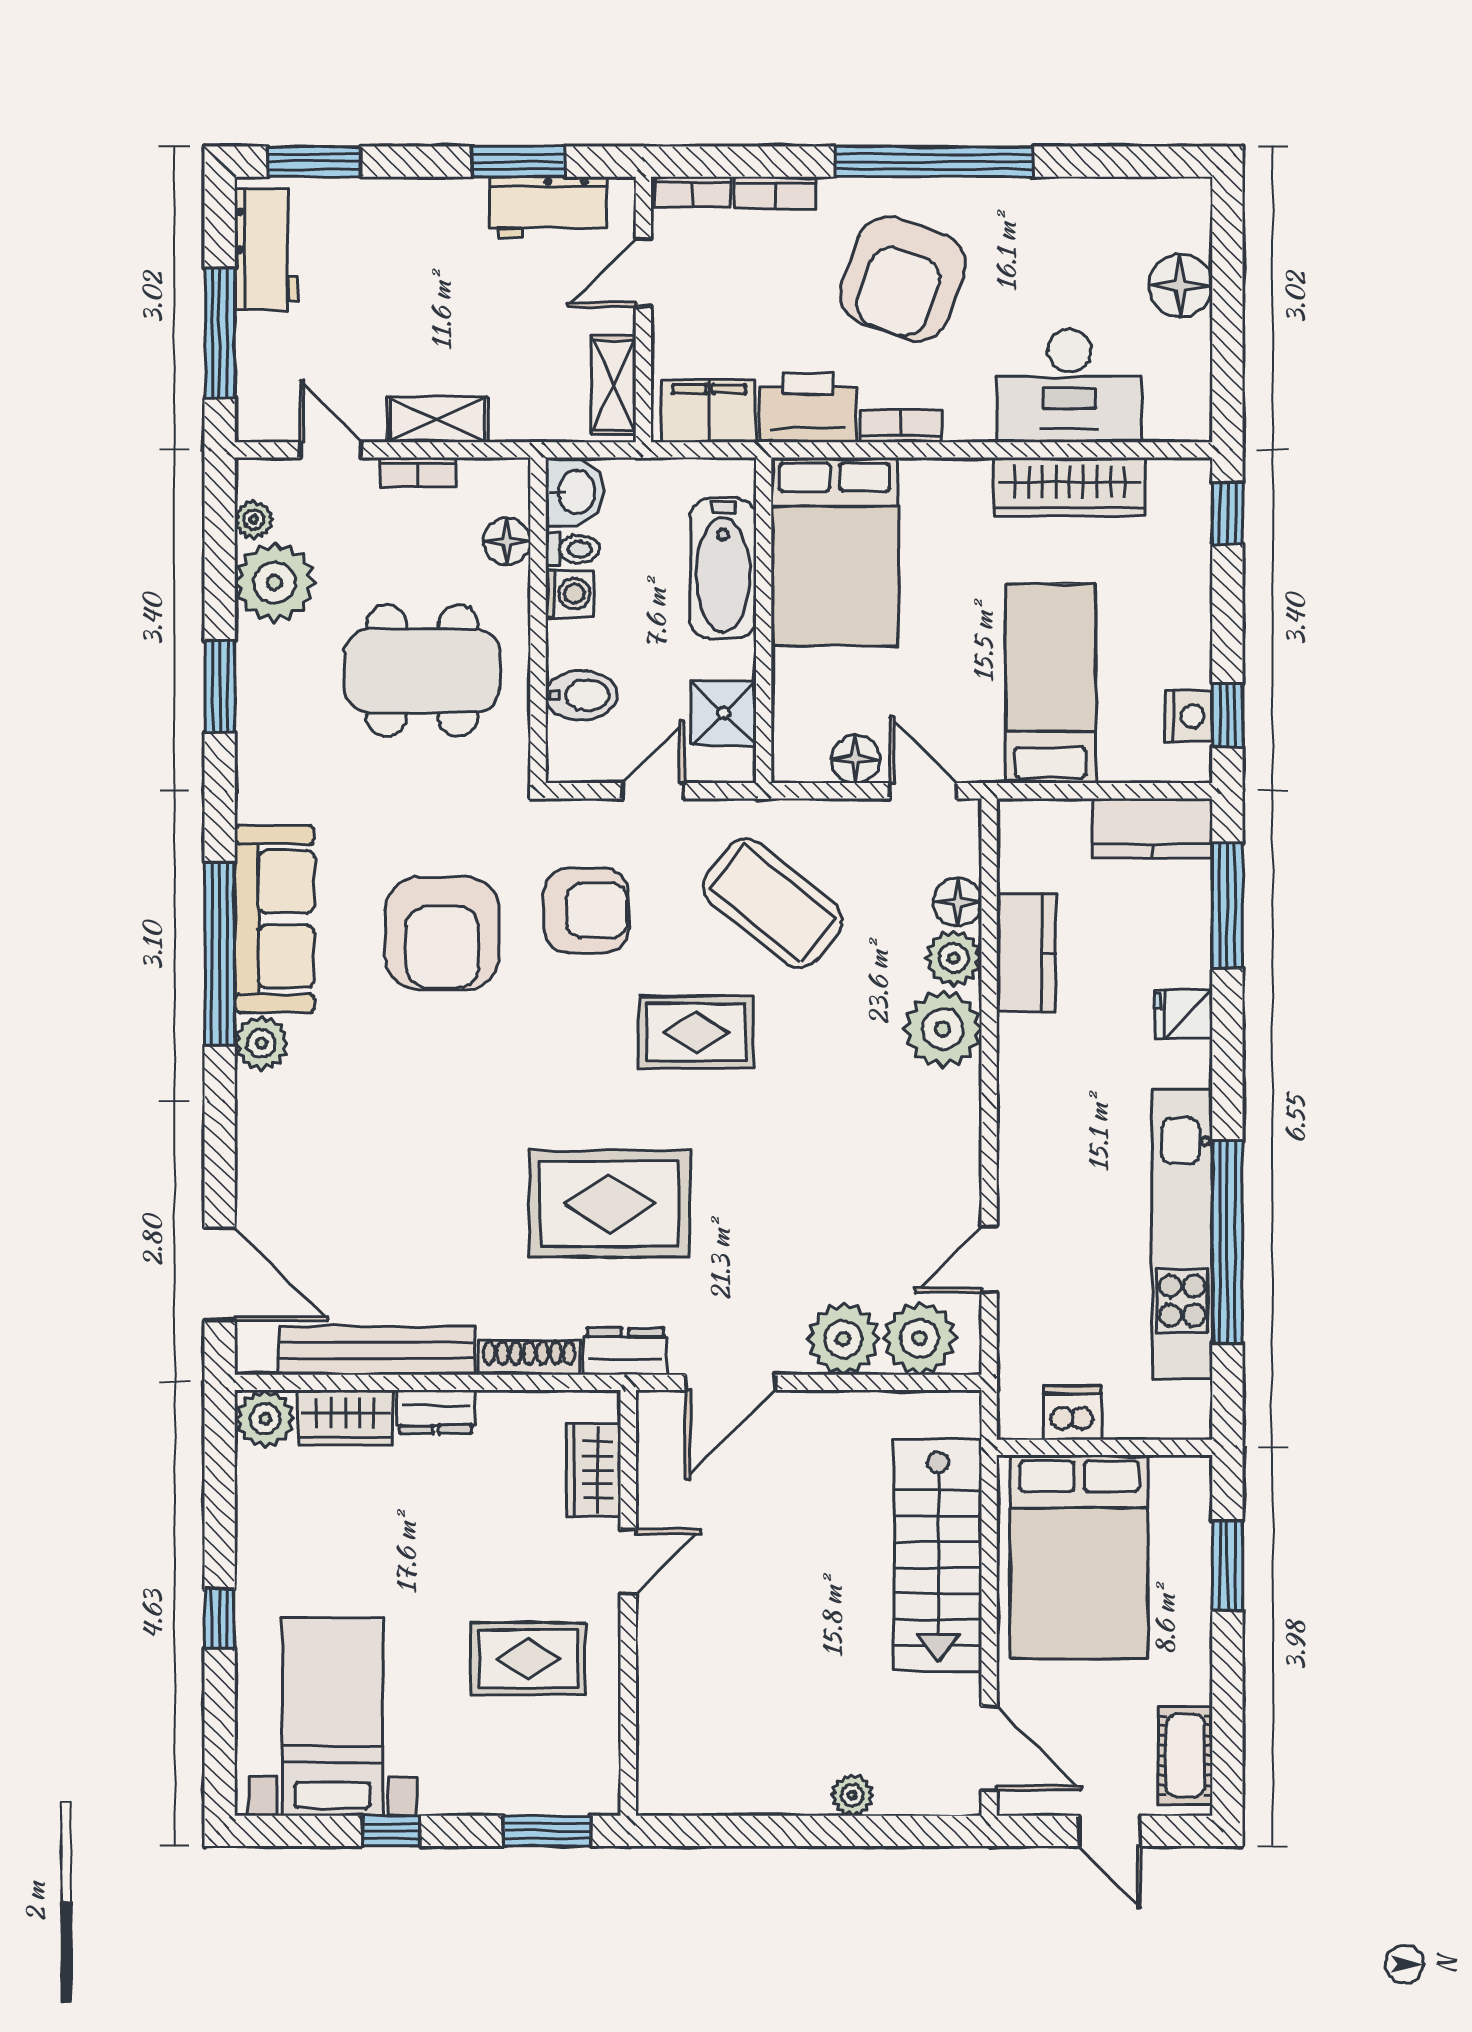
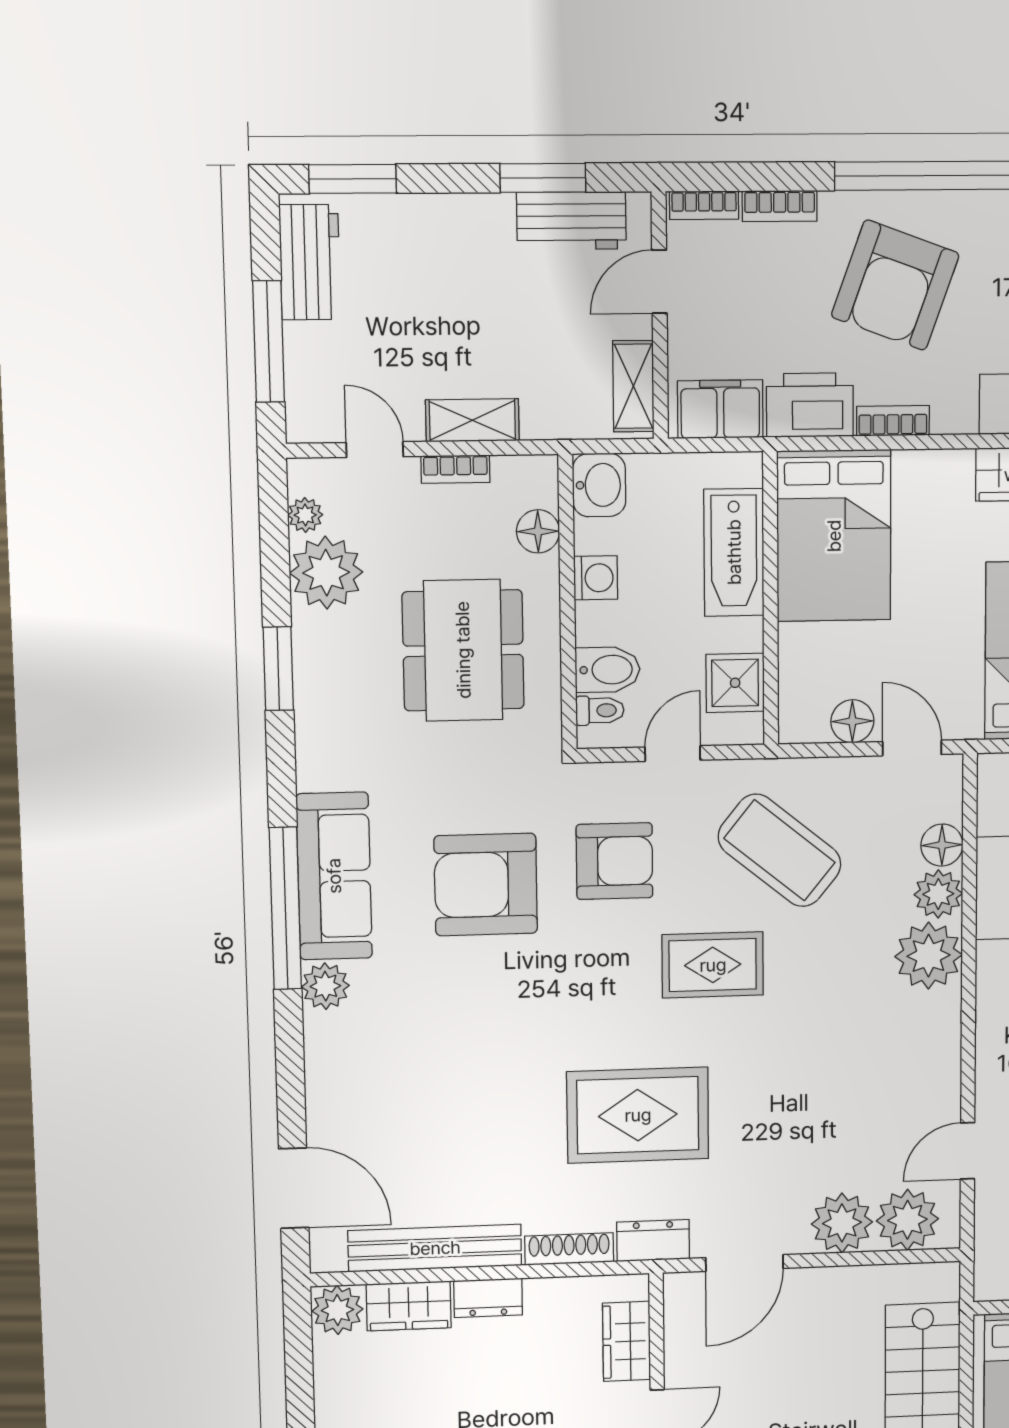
toilet: (572, 549) -> (600, 710), moved
dining table: (422, 671) -> (463, 650), turned 90
armchair: (442, 933) -> (486, 885), turned 90

